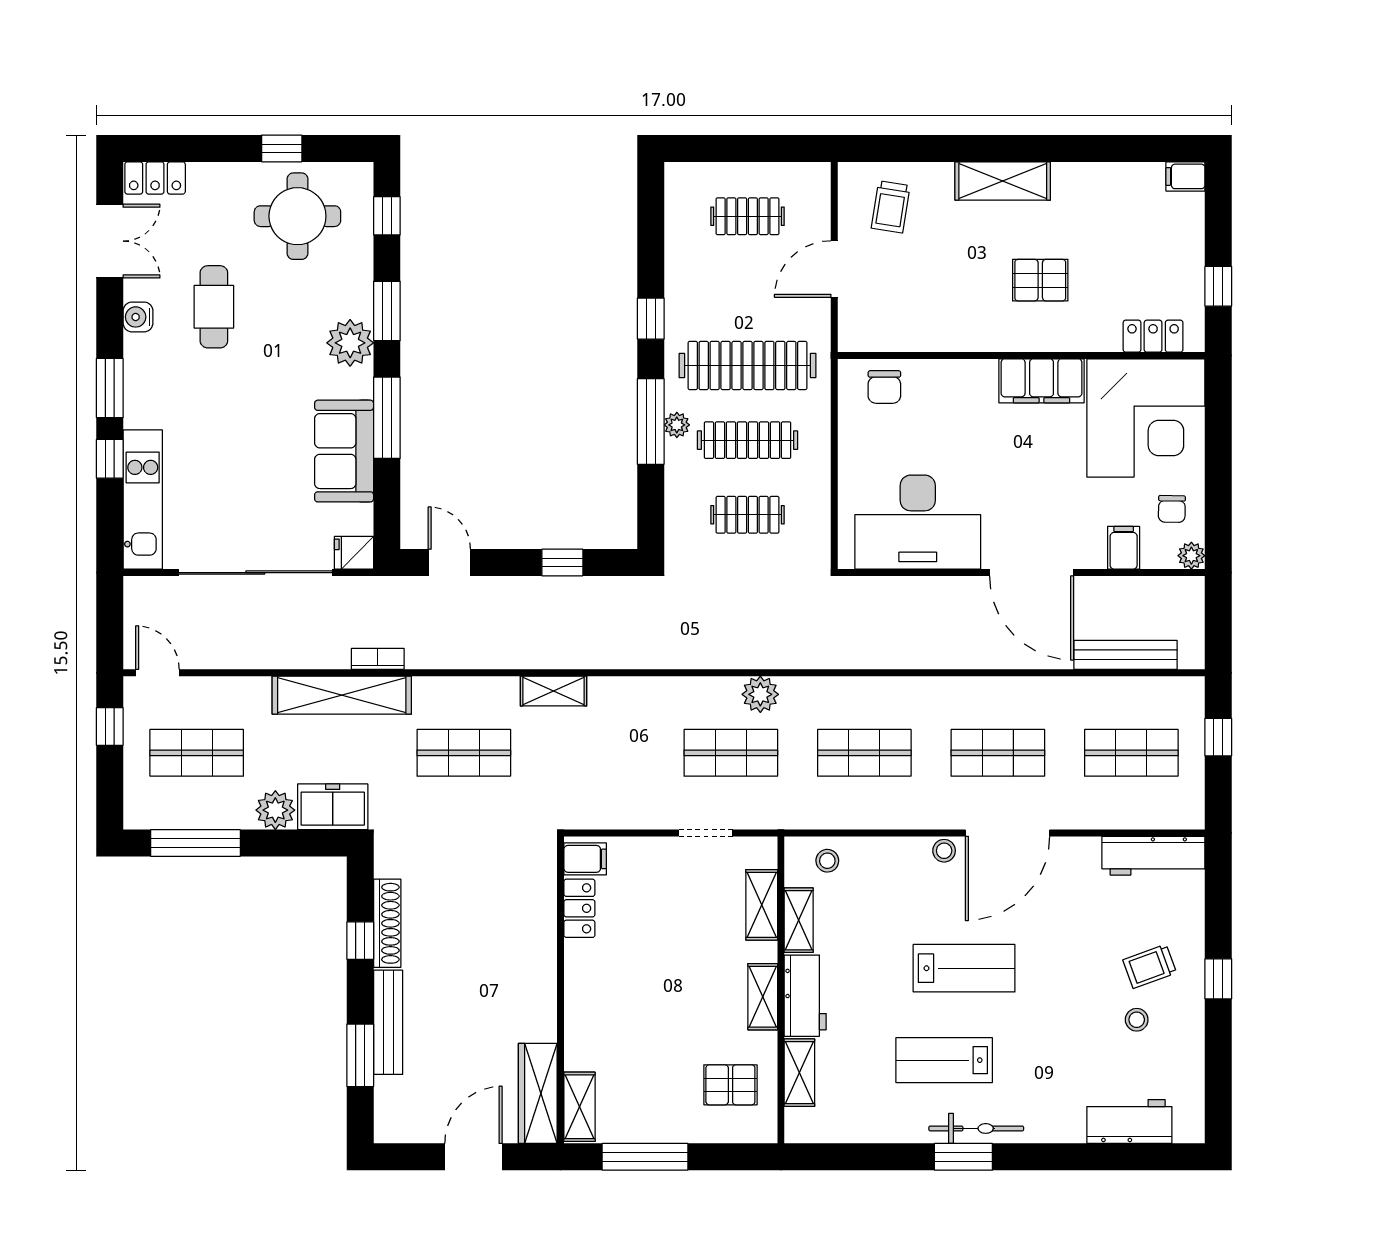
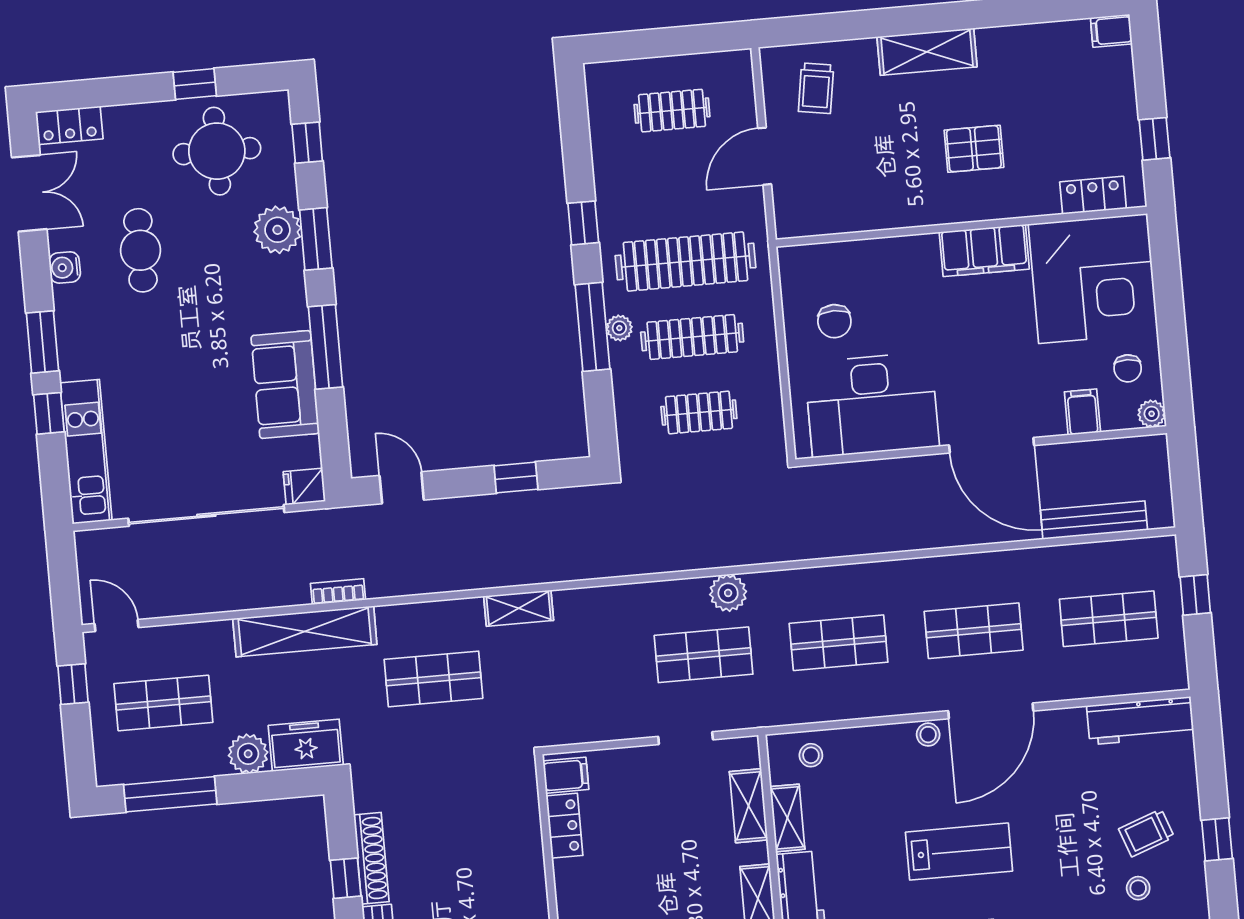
plant: (350, 343) -> (277, 230), moved
chair: (884, 387) -> (834, 321), moved

